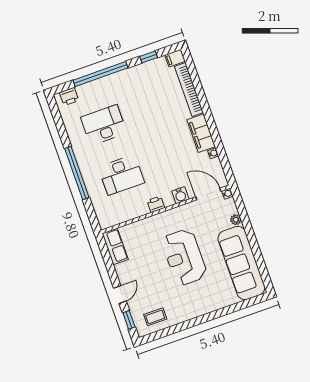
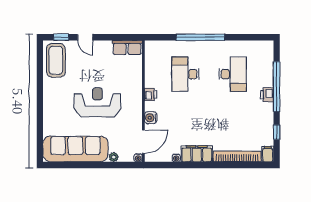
printer: (69, 96) -> (267, 95), moved
coffee table: (155, 317) -> (56, 60), width x1.86, depth x1.72

